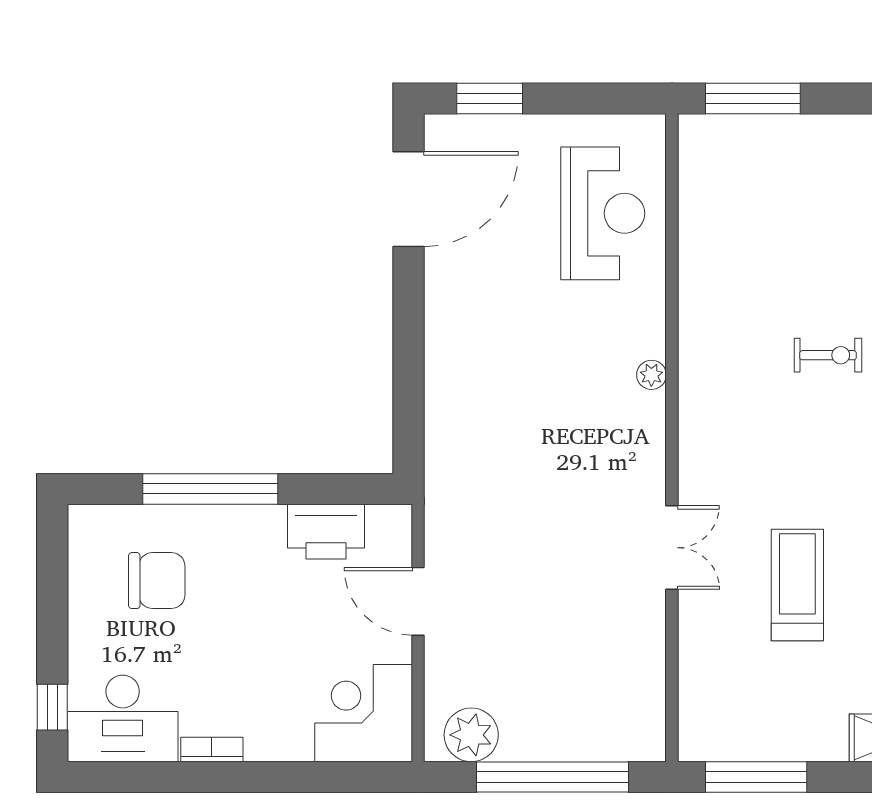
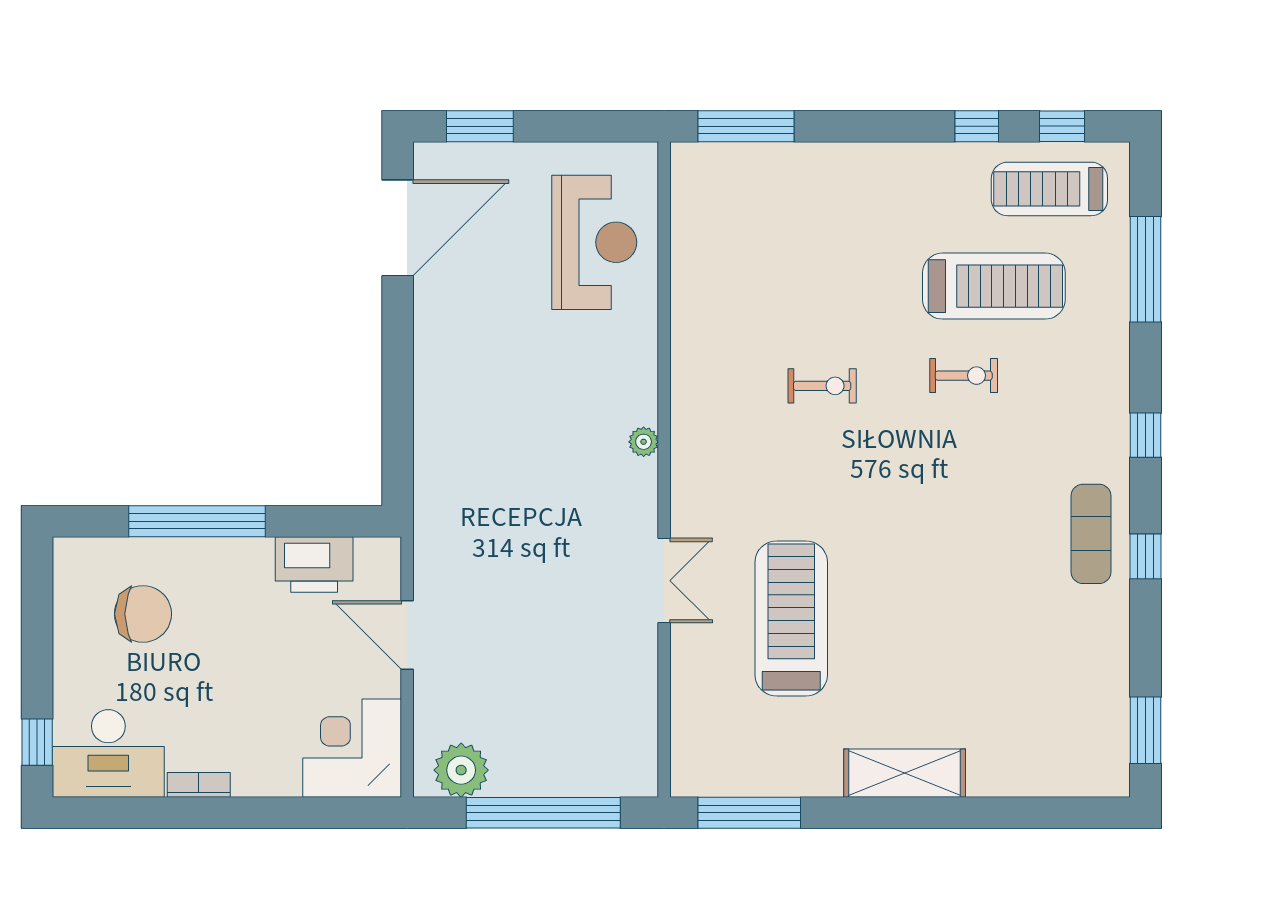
plant: (651, 375) -> (644, 442), moved
treadmill: (797, 585) -> (791, 618), width x1.37, depth x1.38

